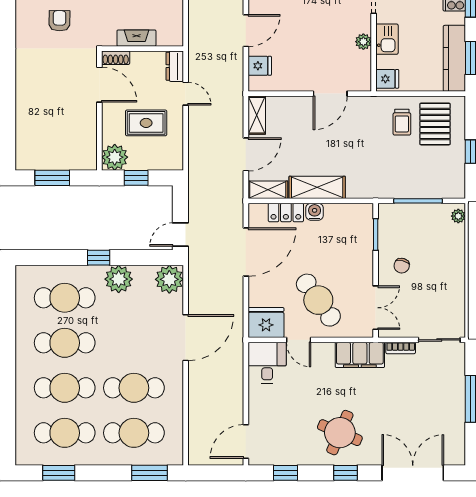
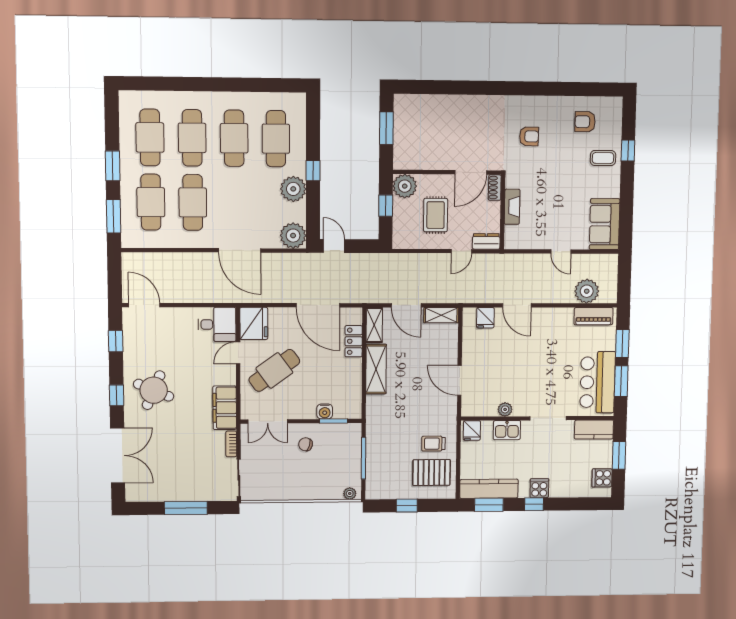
water cooler: (315, 212) -> (325, 411), moved, turned 90
window: (59, 473) -> (113, 166), moved

